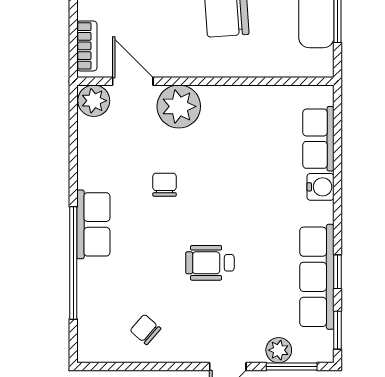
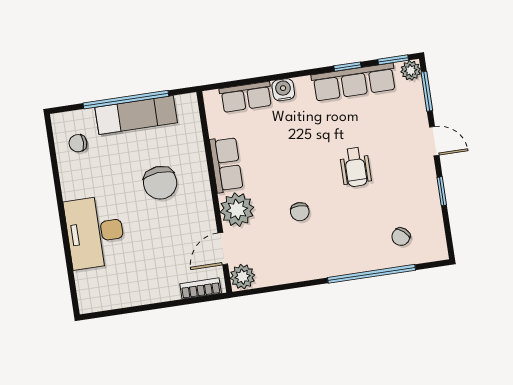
chair: (165, 185) -> (300, 212), turned -90
row of seats: (93, 224) -> (226, 164), moved, turned 90
chair: (145, 330) -> (401, 237), moved
plant: (279, 350) -> (411, 70), moved
window: (164, 367) -> (442, 191), added

